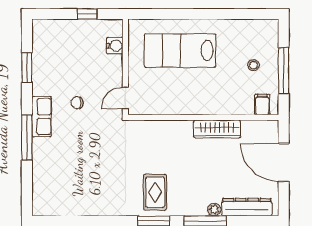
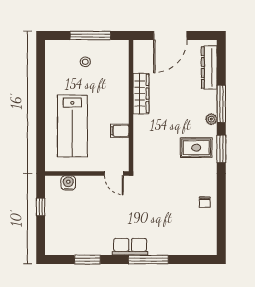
chair: (77, 103) -> (205, 202), moved
filing cabinet: (262, 105) -> (120, 131), moved
plant: (214, 210) -> (211, 119), moved

